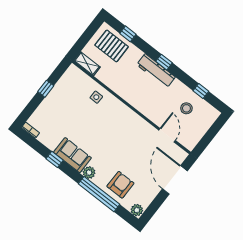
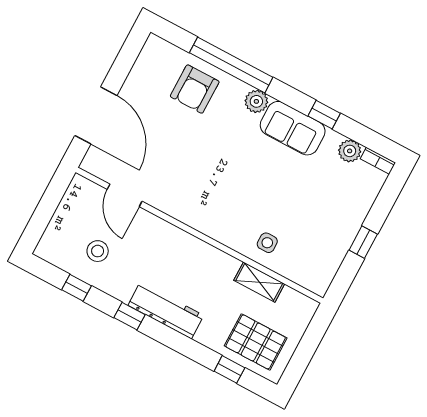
window: (164, 62) -> (130, 316), moved
shelving: (87, 64) -> (259, 282), moved
plant: (137, 210) -> (350, 151), moved

